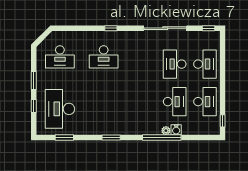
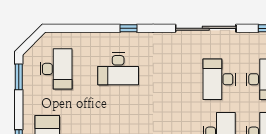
desk: (60, 57) -> (56, 69), turned -90
window: (34, 81) -> (19, 77), moved

